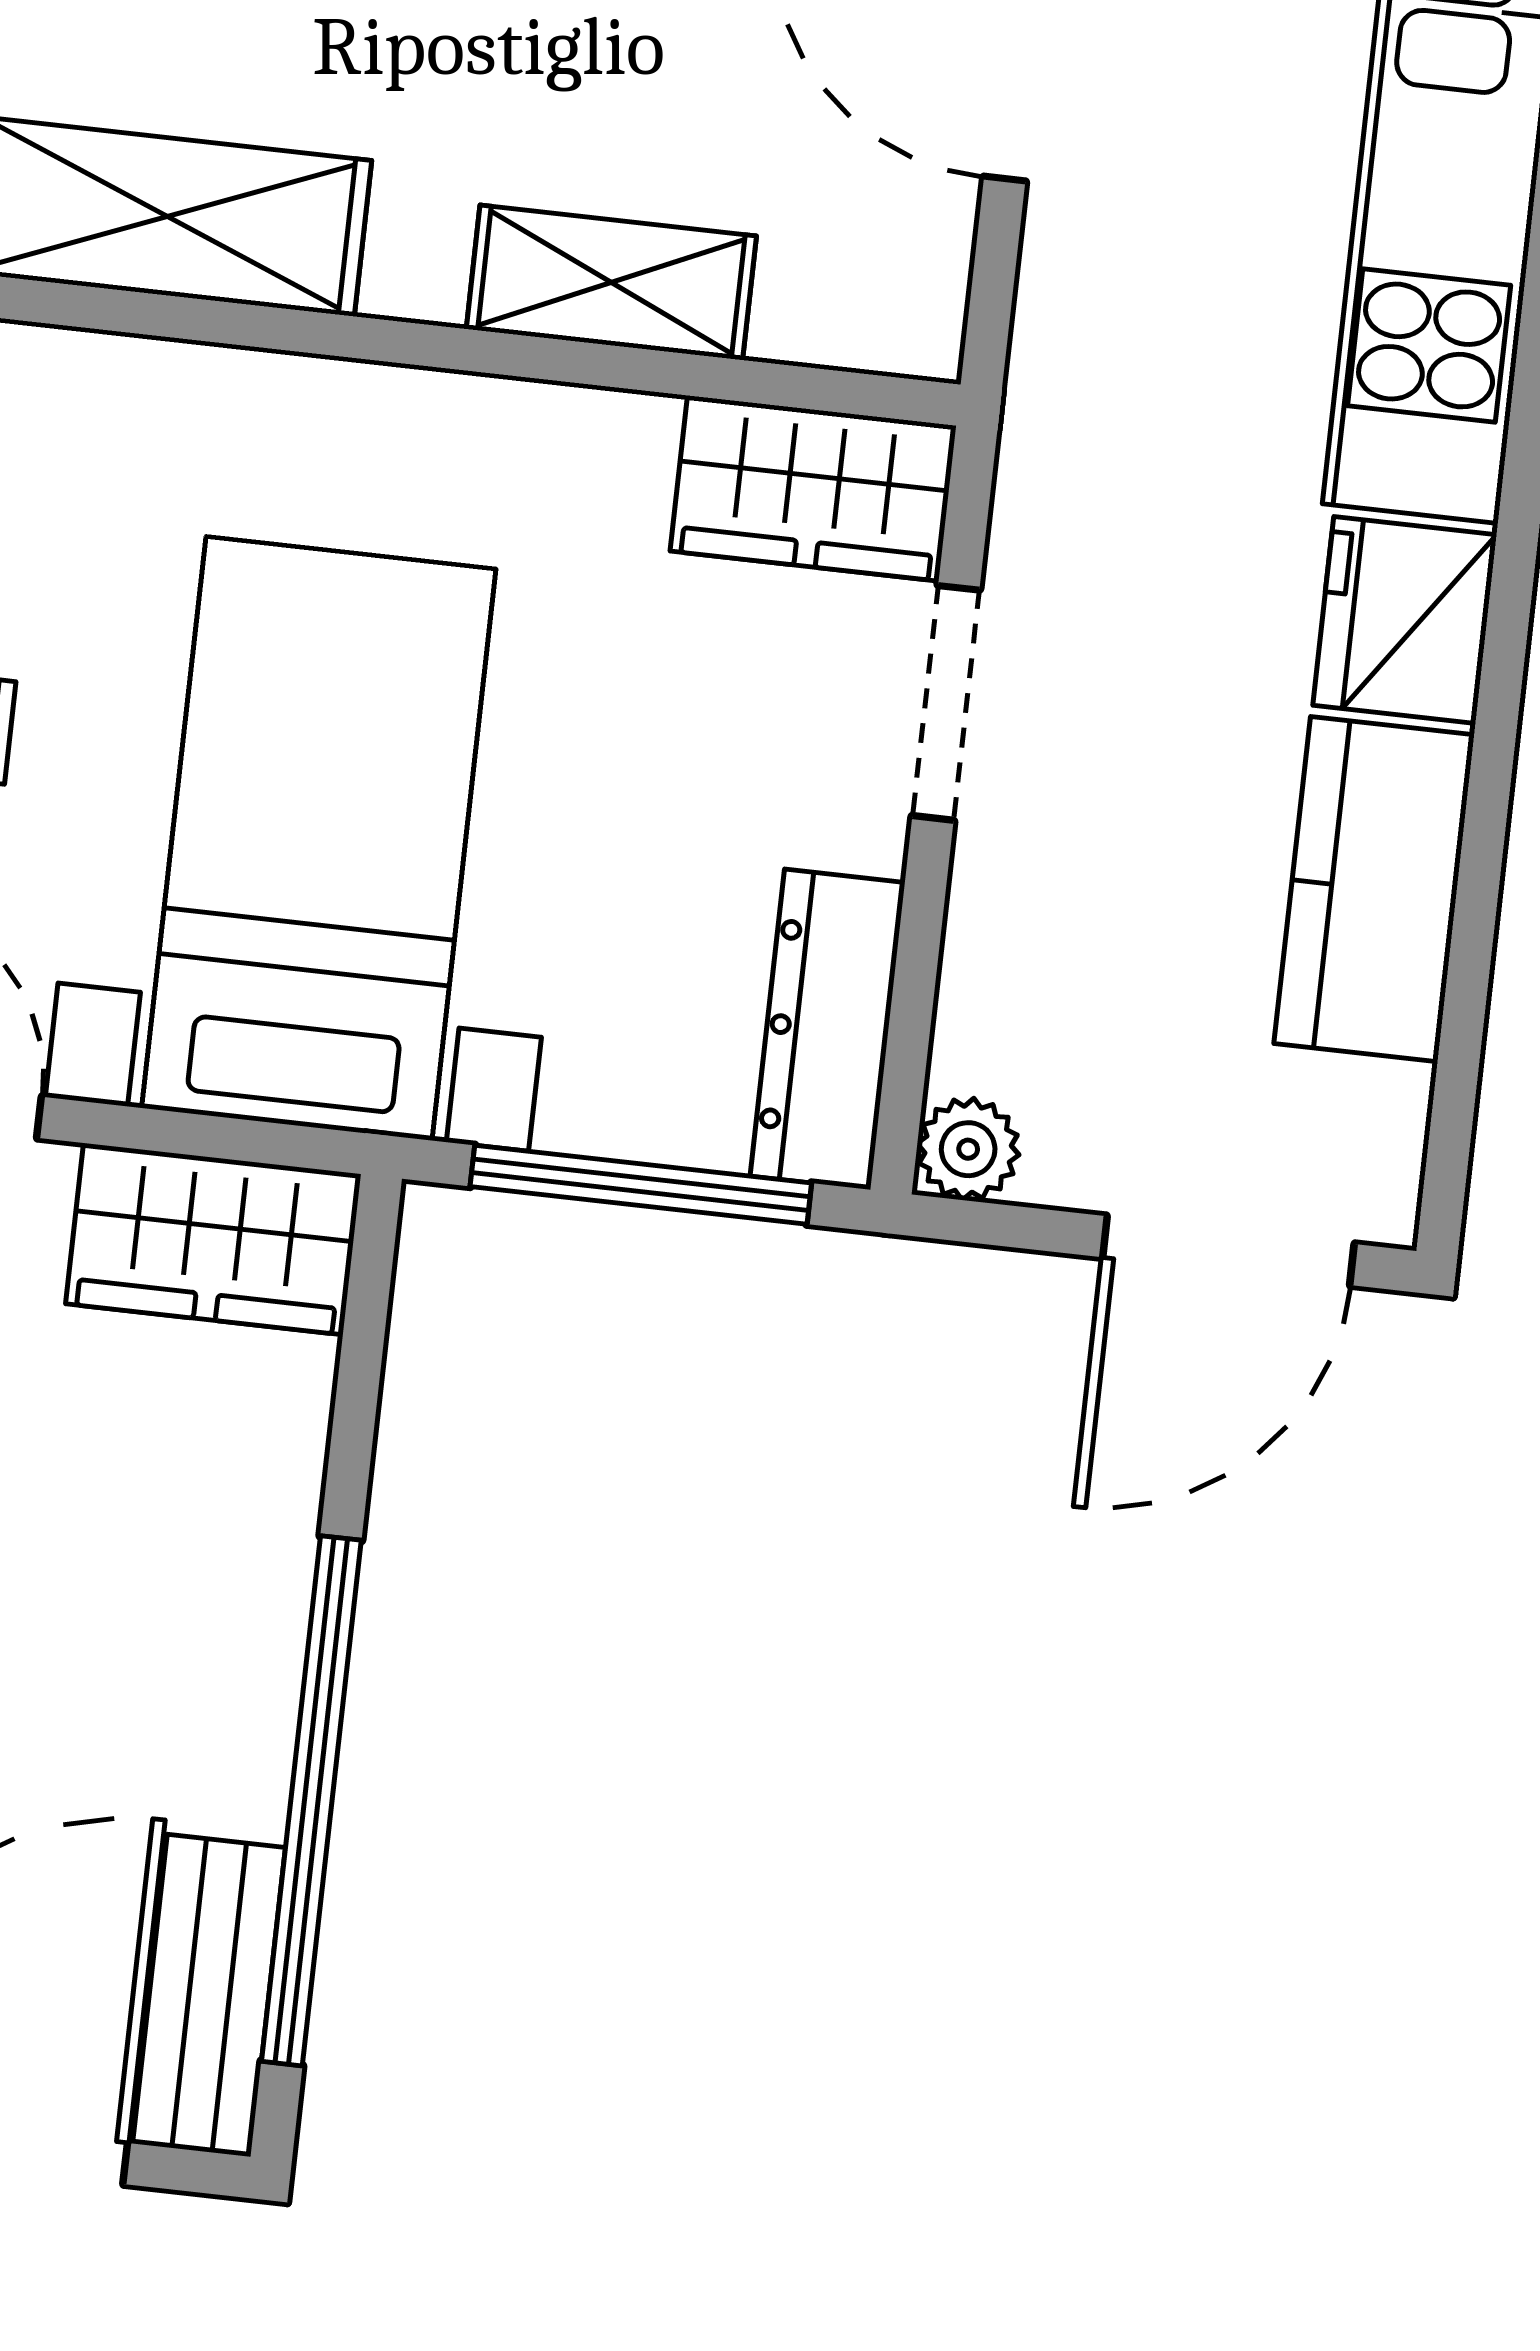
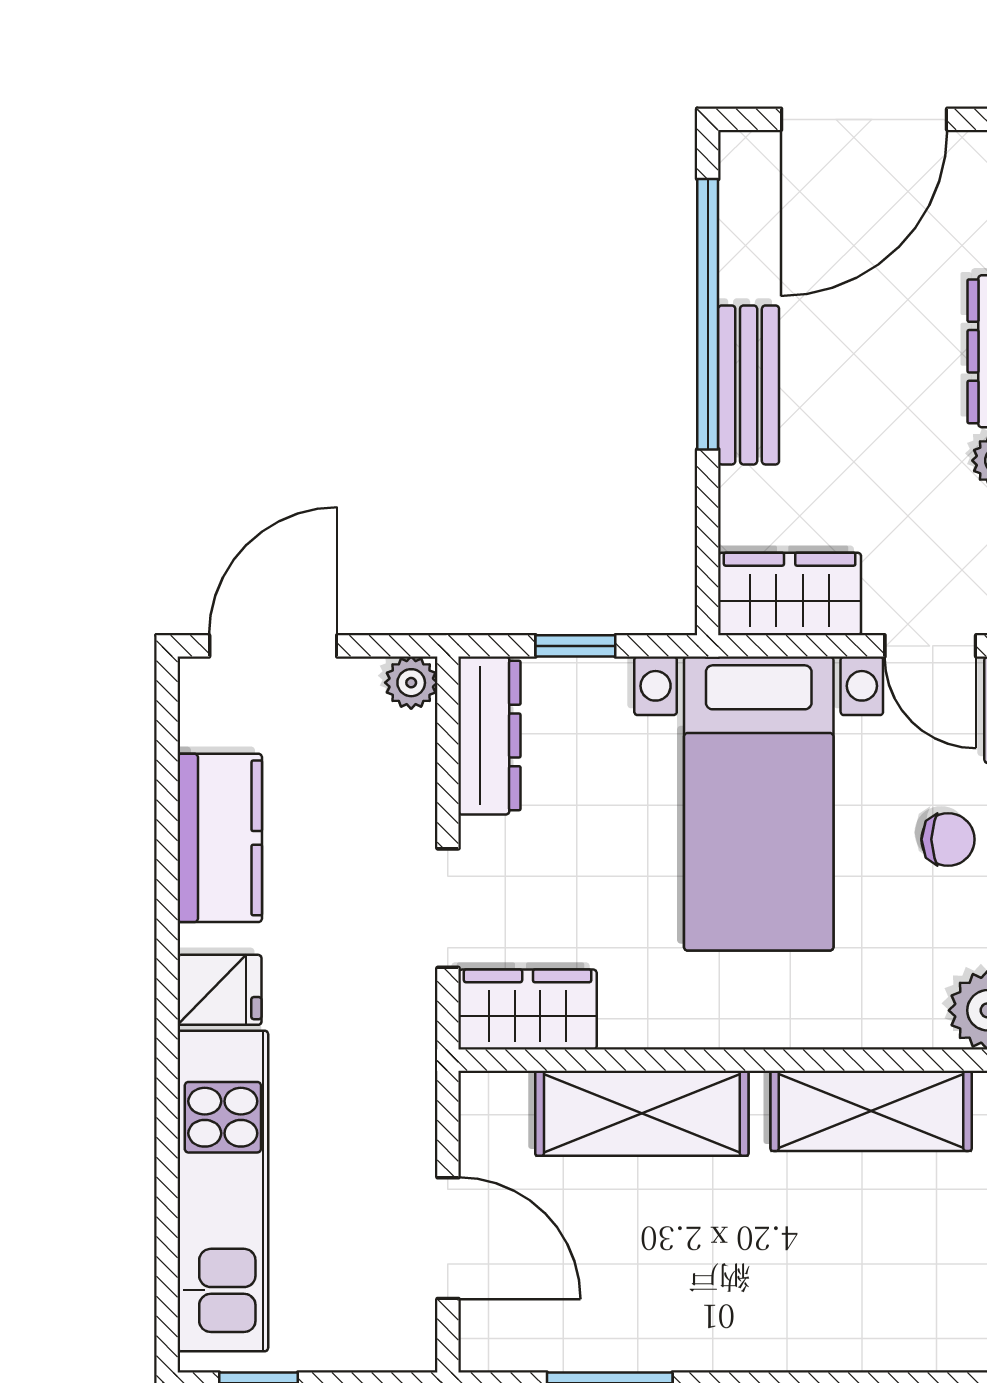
shelving: (611, 282) -> (642, 1113), width x1.50, depth x1.33
fridge: (1405, 620) -> (220, 990), width x0.72
window: (641, 1185) -> (575, 646), width x0.46
bench: (209, 1995) -> (749, 385), moved

